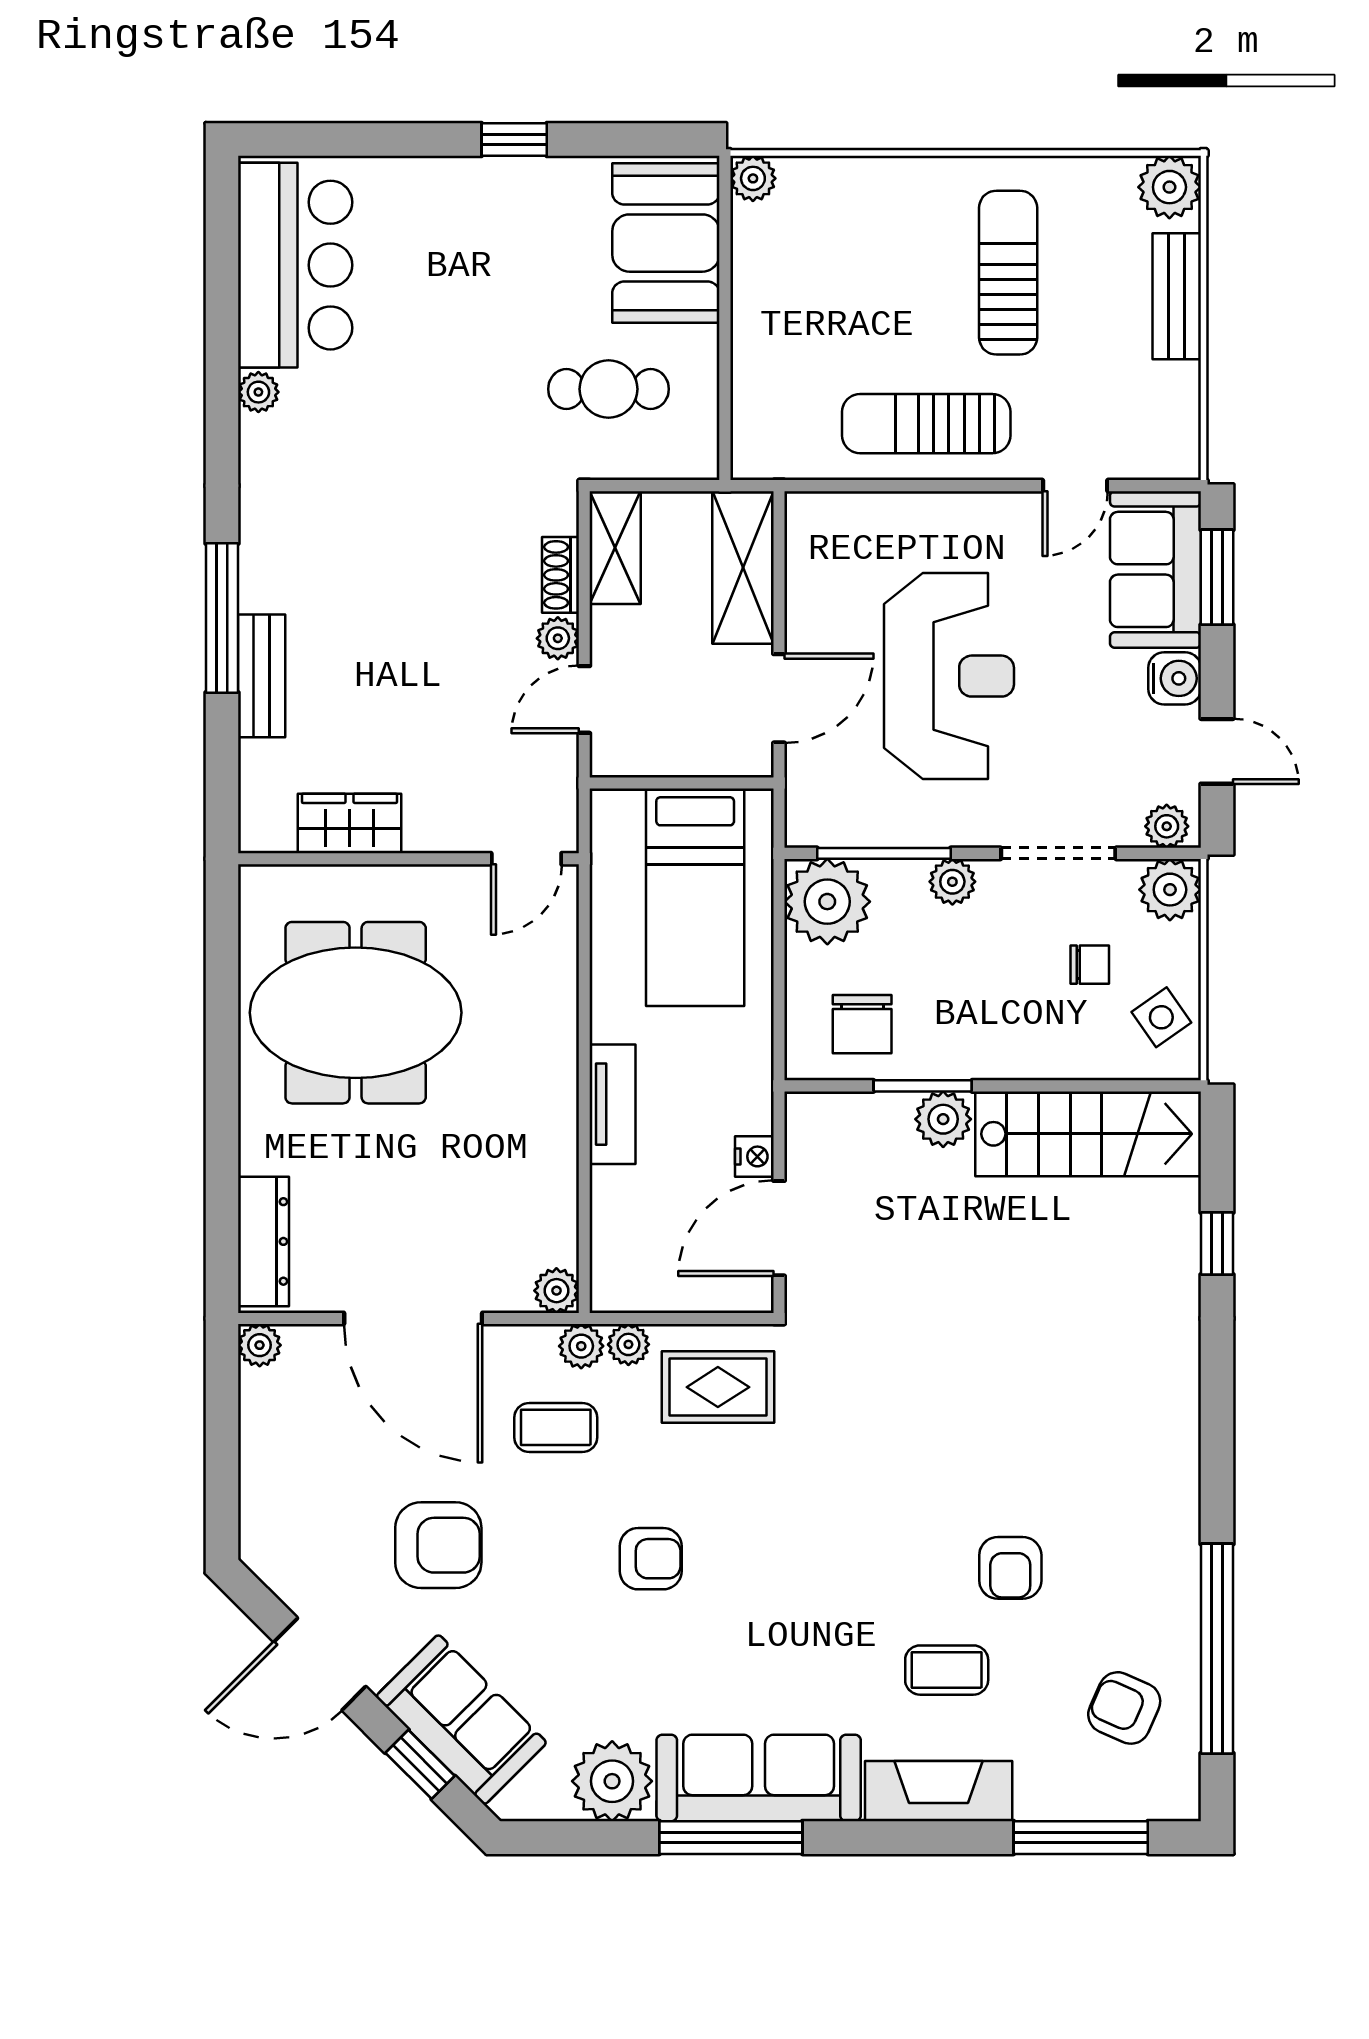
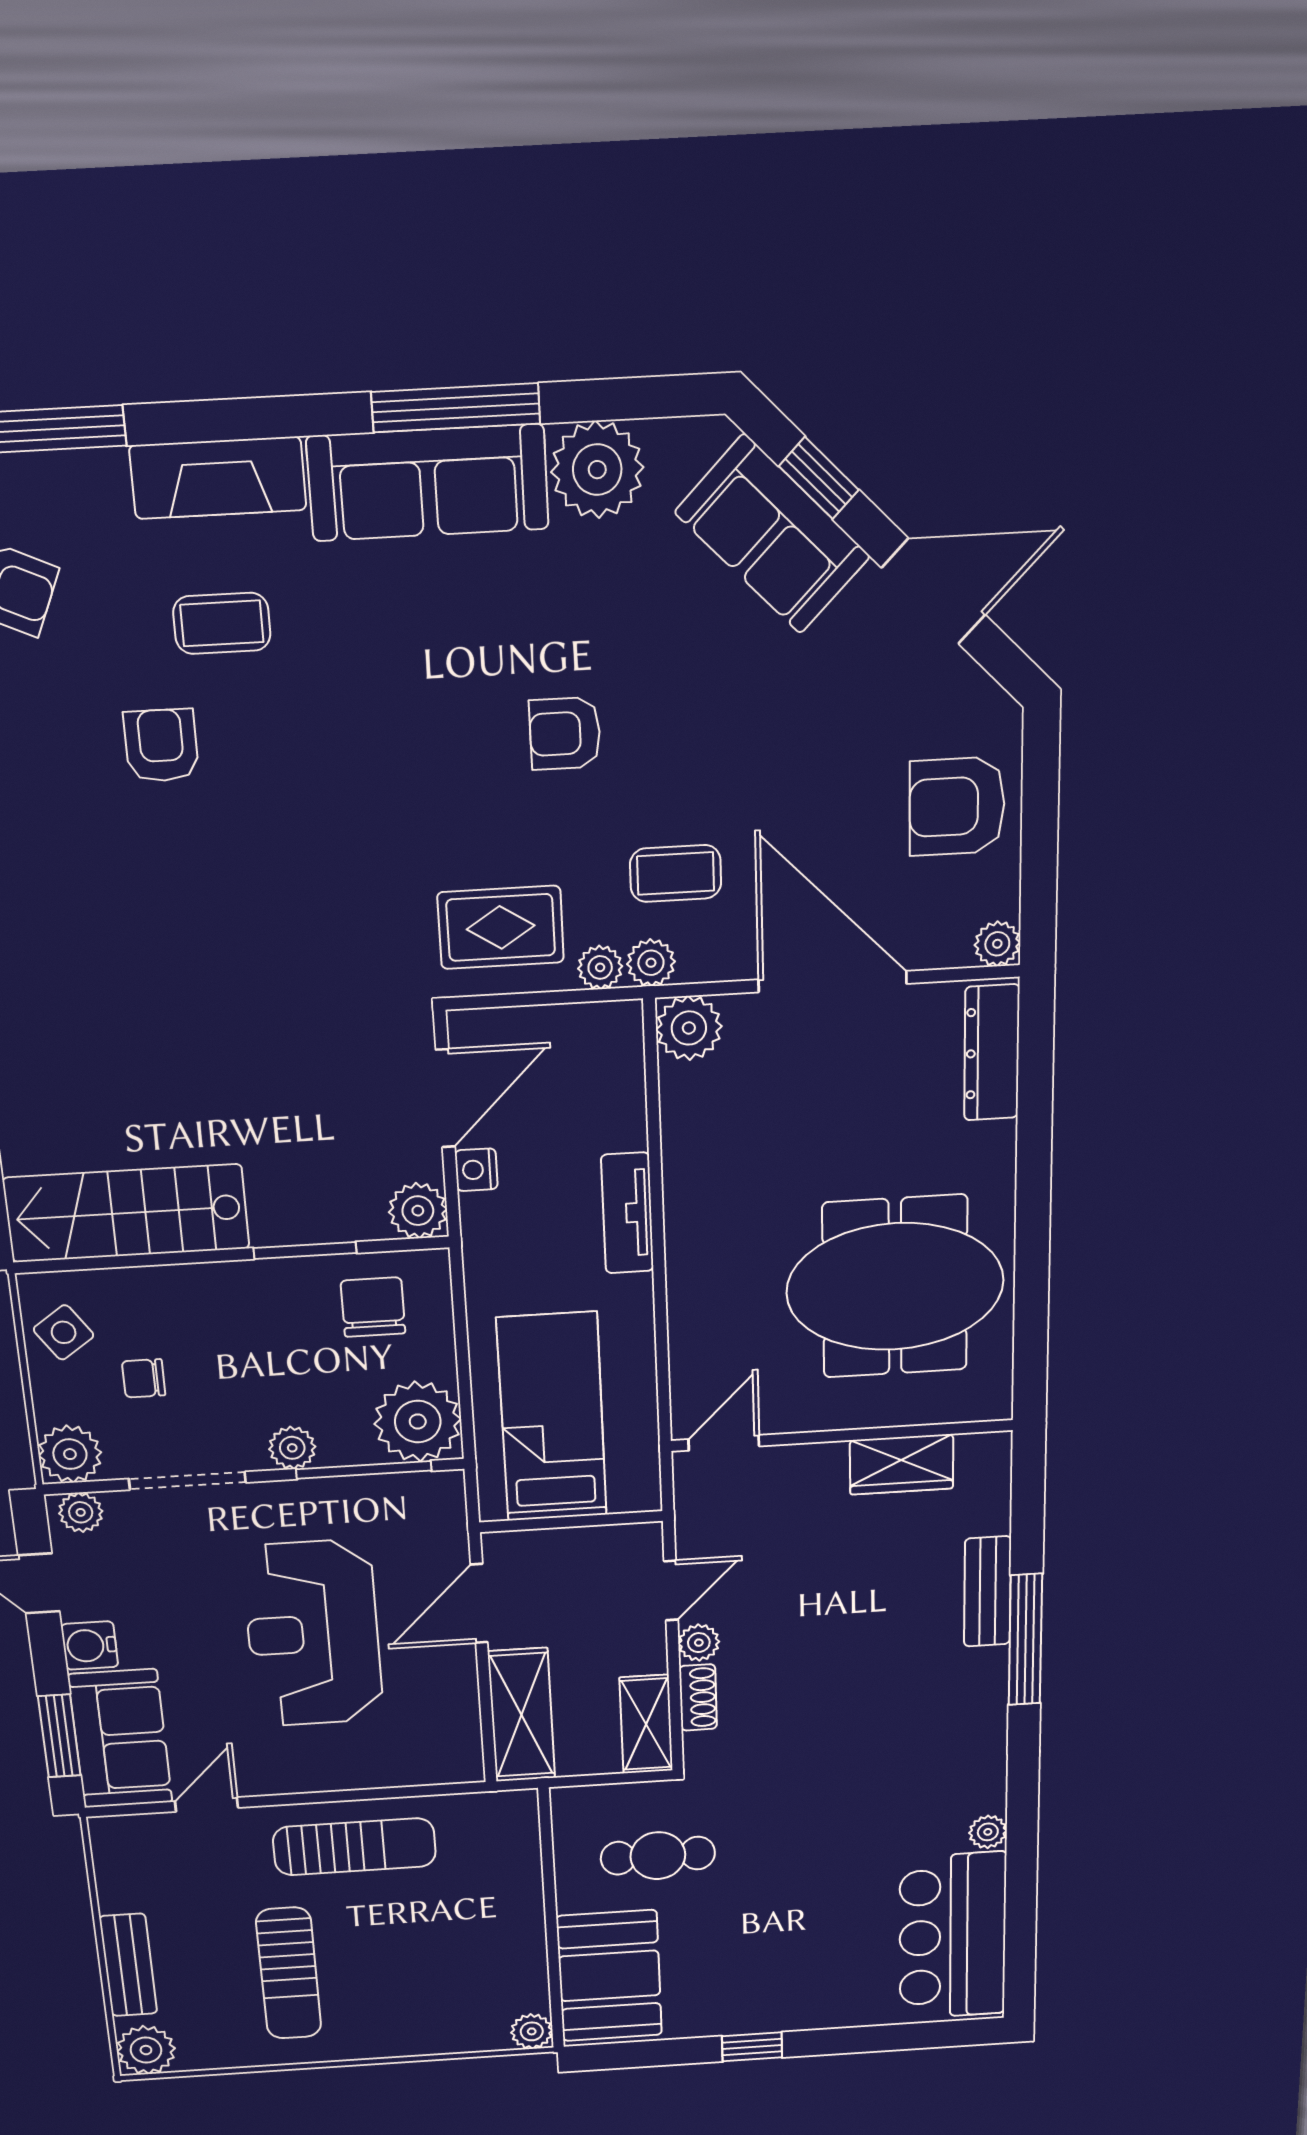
plant: (943, 1119) -> (418, 1211), moved
plant: (556, 1291) -> (689, 1028), width x1.38, depth x1.38
armchair: (438, 1545) -> (957, 806), moved

